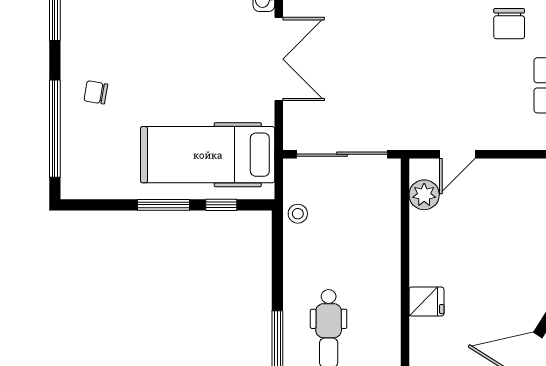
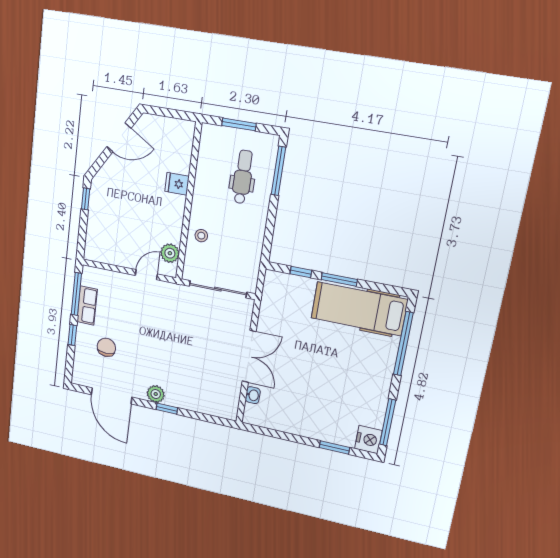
double door: (279, 59) -> (249, 356), swing flipped
chair: (96, 92) -> (371, 361), removed
hospital bed: (208, 155) -> (359, 309), moved, turned 180
stool: (298, 214) -> (201, 236), moved

